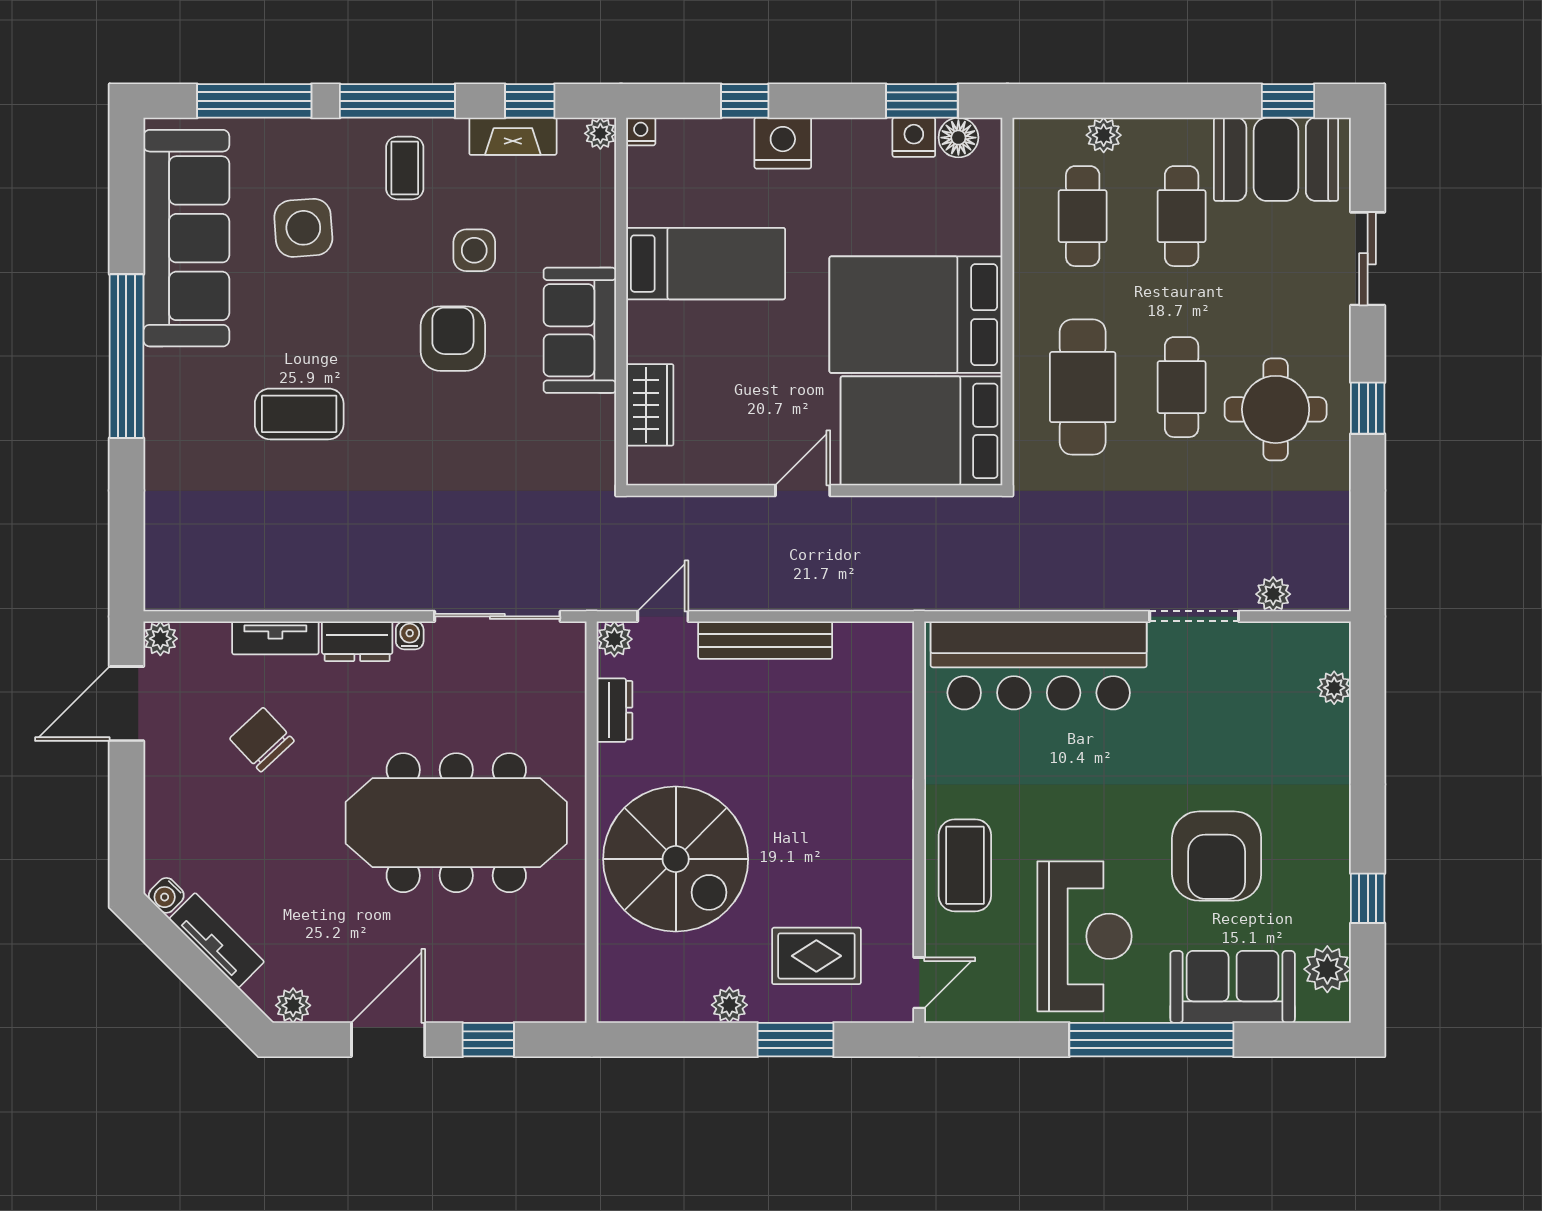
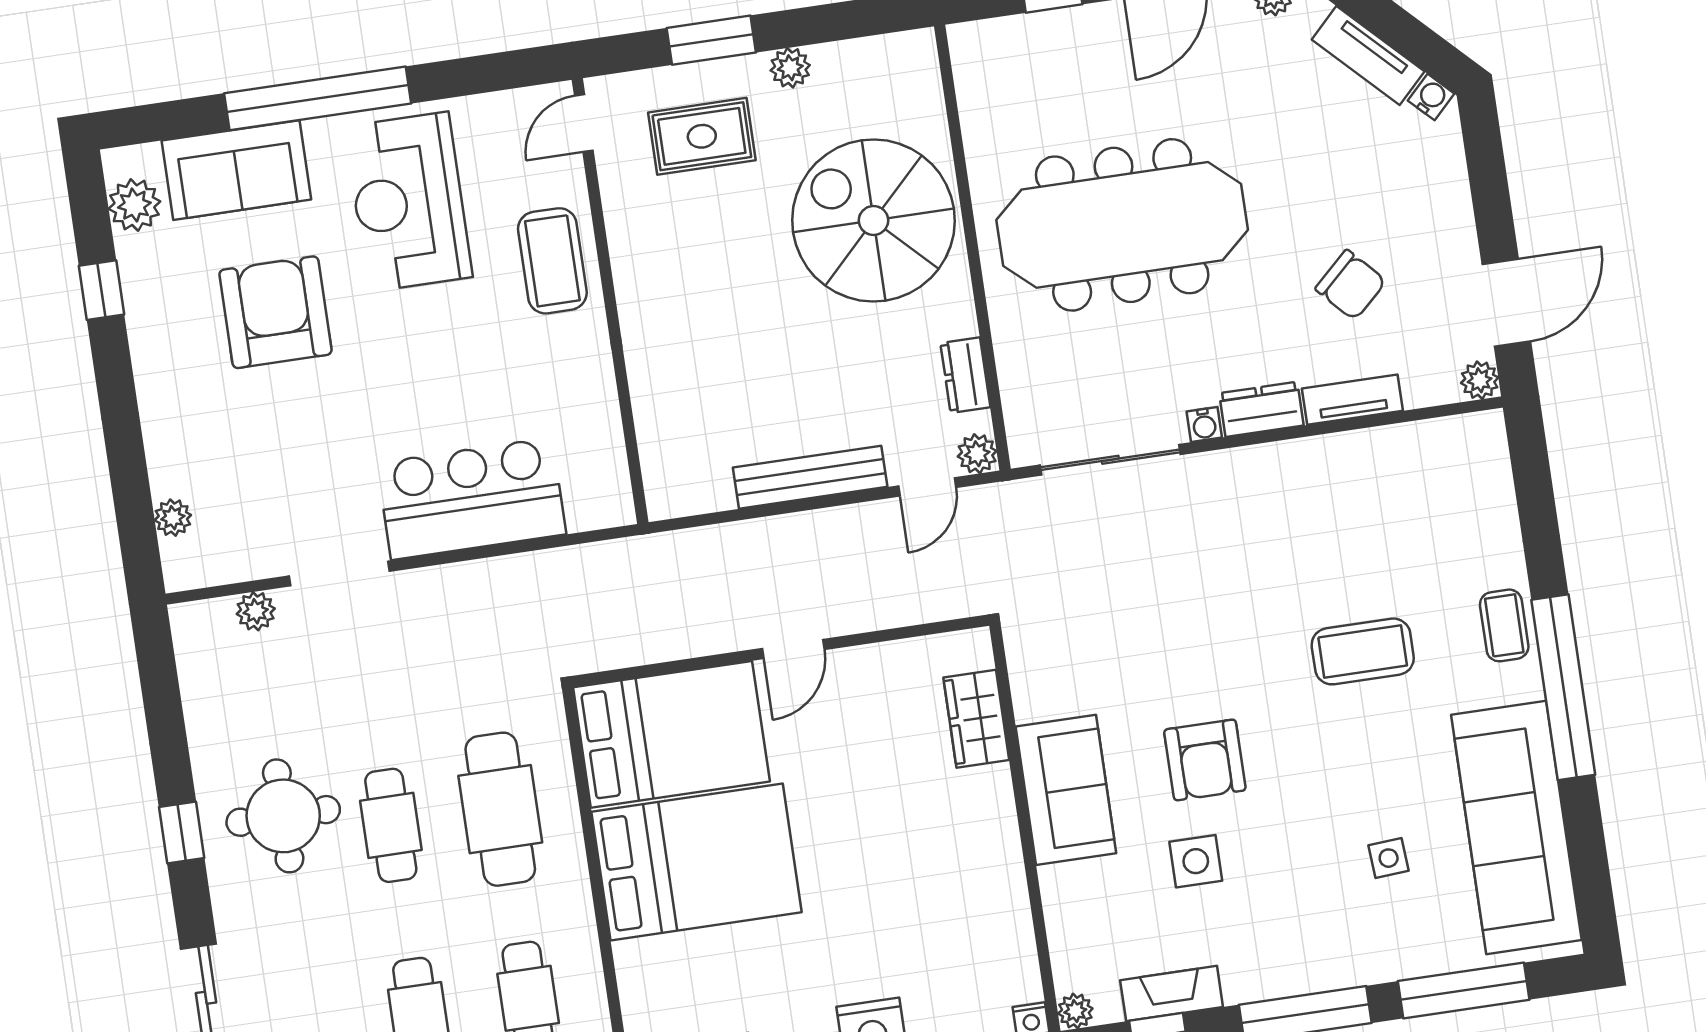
coffee table: (405, 168) -> (1504, 625), moved
side table: (303, 228) -> (1389, 858), width x0.54, depth x0.54
bed: (706, 264) -> (938, 884), removed
bar counter: (1039, 665) -> (472, 499), width x0.73

